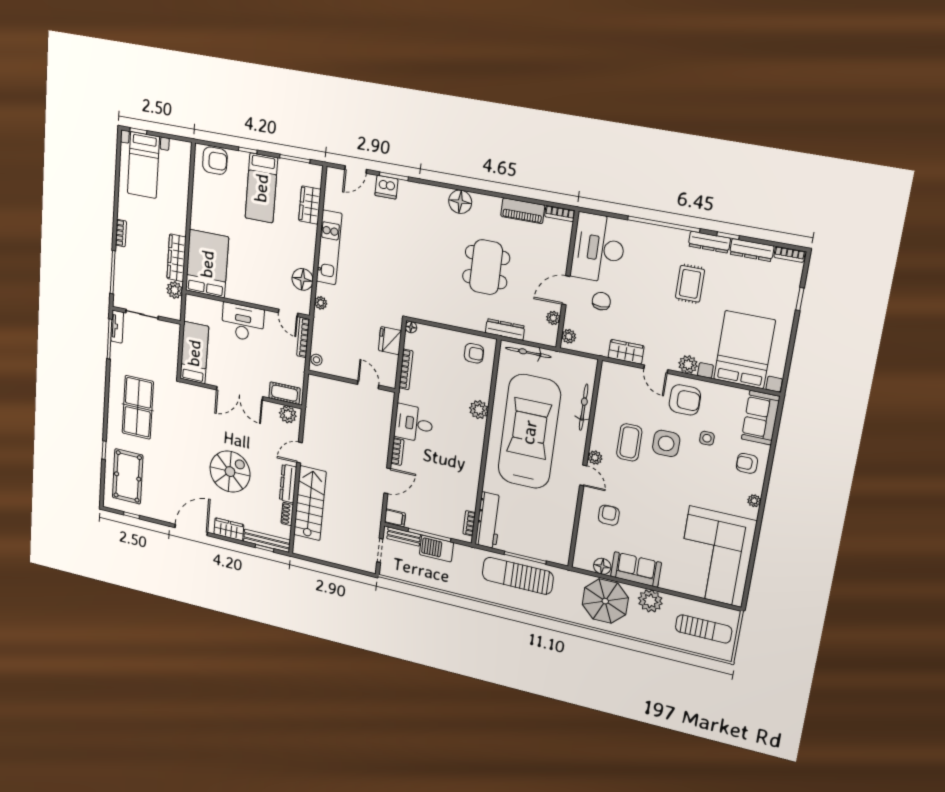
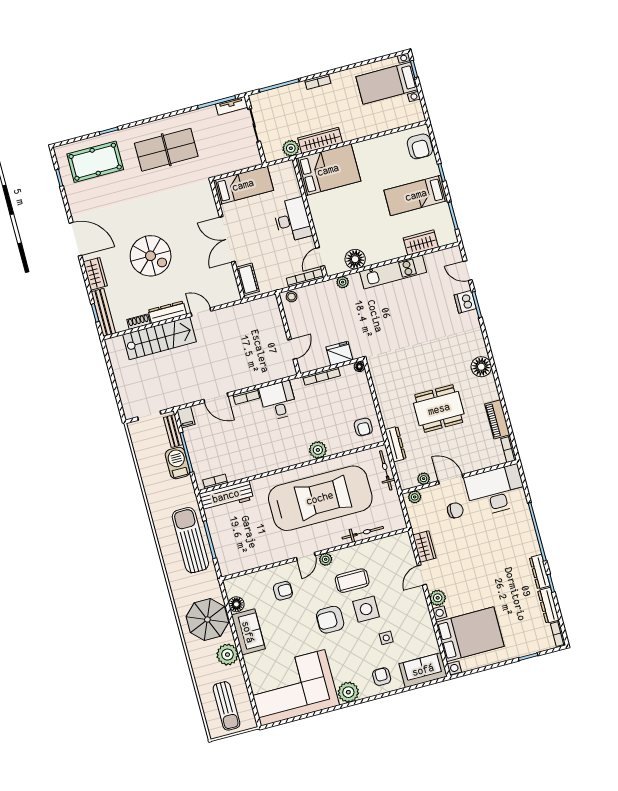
rug: (690, 284) -> (501, 572), removed
armchair: (685, 400) -> (330, 620), moved, turned 90
plant: (288, 414) -> (230, 289), removed
plant: (754, 501) -> (348, 692), width x1.87, depth x1.87

